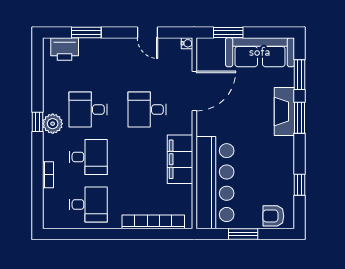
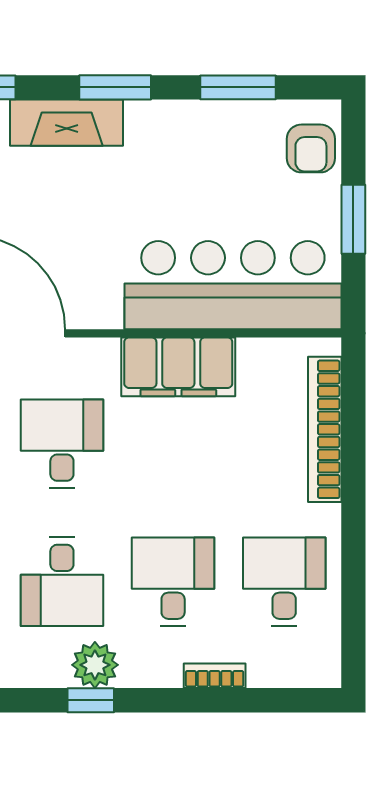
desk: (147, 110) -> (62, 444), turned 180
window: (299, 118) -> (115, 87), moved
window: (299, 185) -> (238, 87), width x1.50

